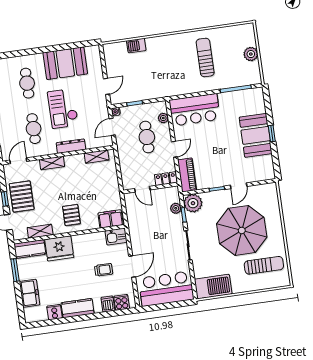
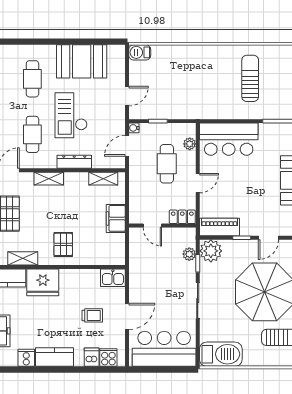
barbecue: (136, 46) -> (140, 52), moved
piano: (187, 175) -> (219, 227), moved, turned -90
filing cabinet: (111, 219) -> (116, 218), moved, turned -90

